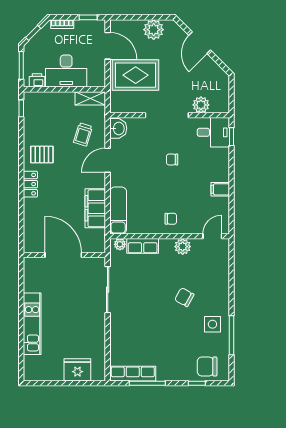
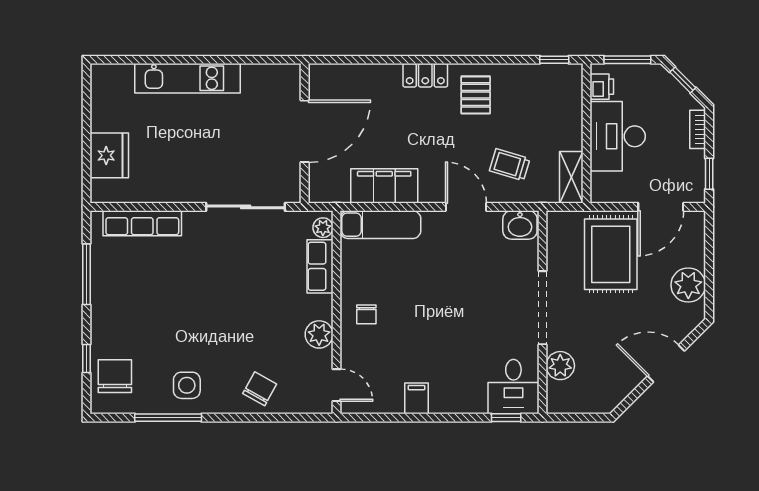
chair: (172, 159) -> (467, 317), removed
chair: (184, 297) -> (260, 389), moved
row of seats: (133, 374) -> (142, 223), moved, turned 90

